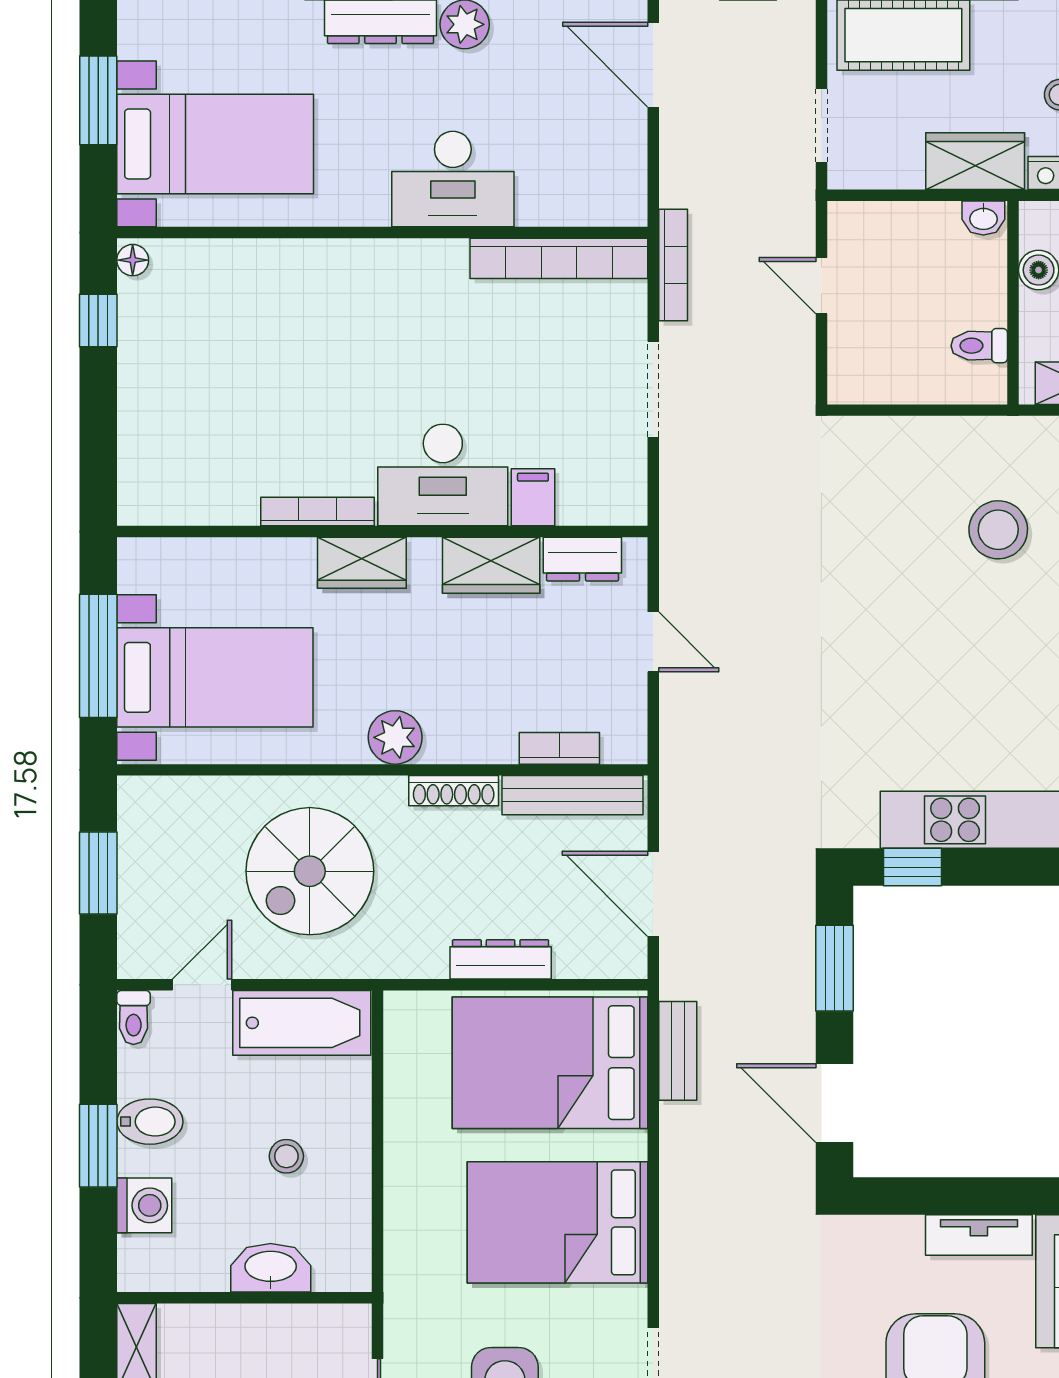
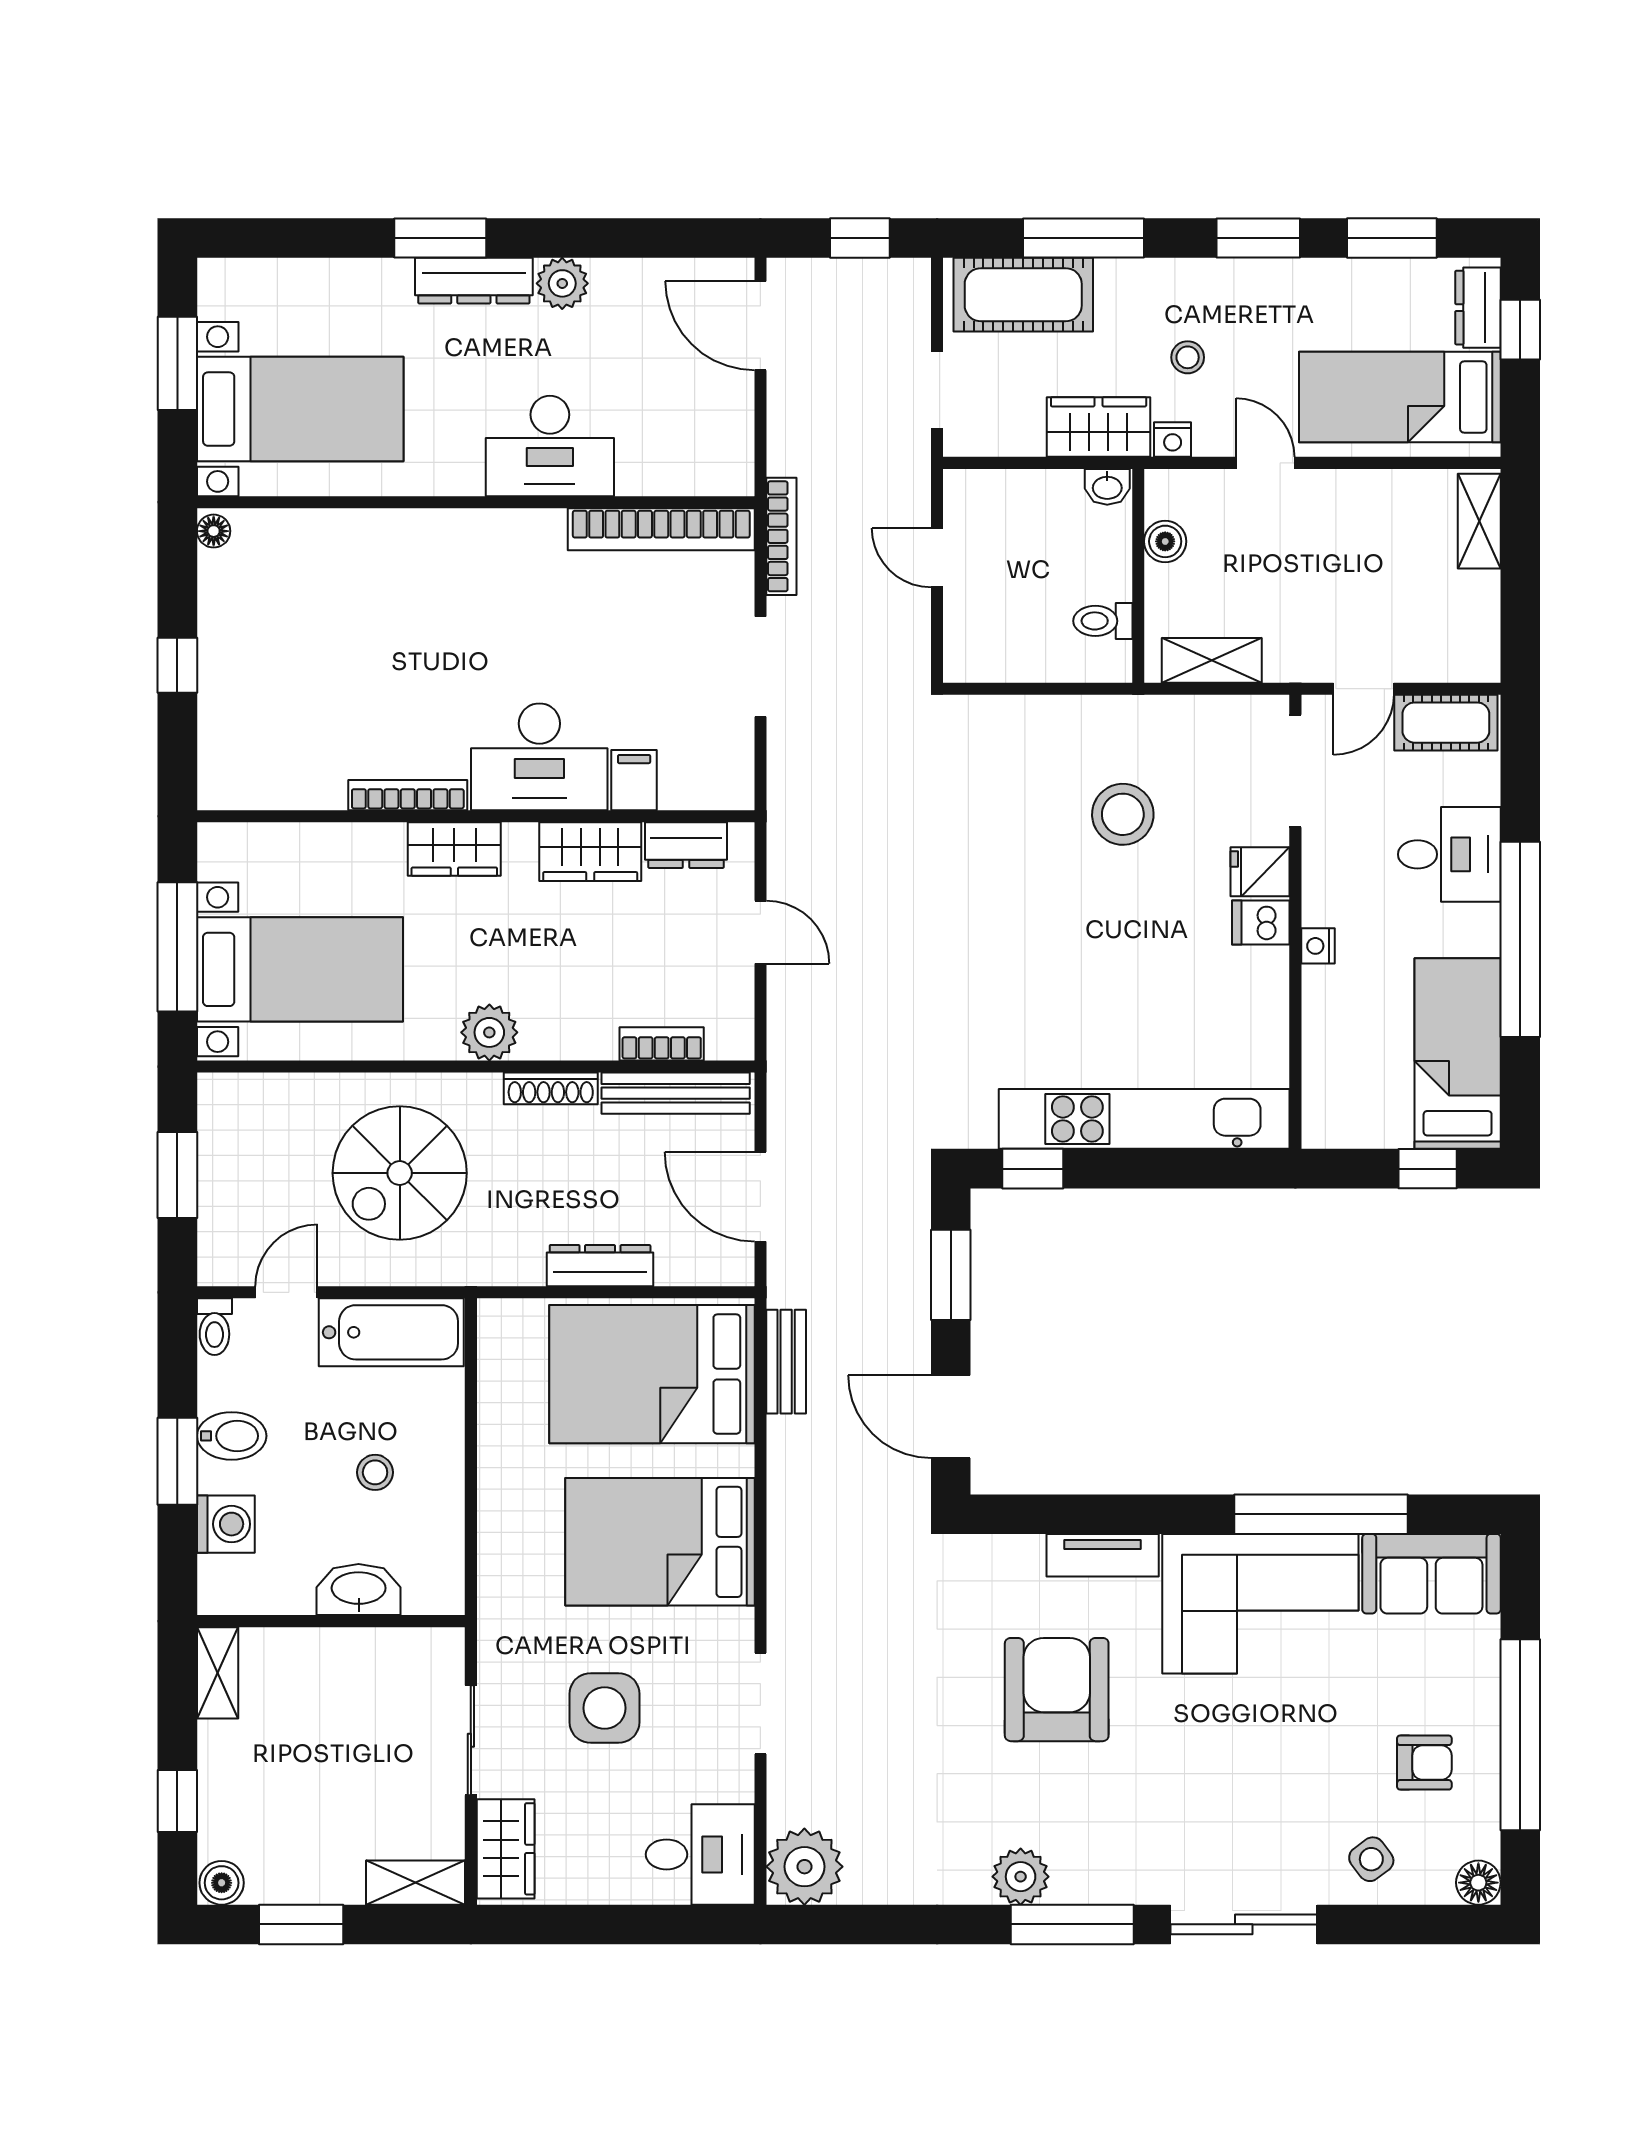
window: (98, 320) -> (177, 665), moved

